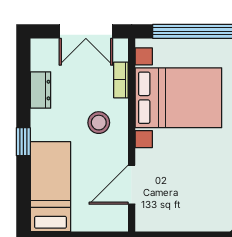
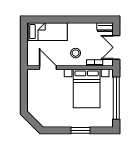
dresser: (40, 90) -> (105, 27), moved
window: (23, 142) -> (67, 19), removed

